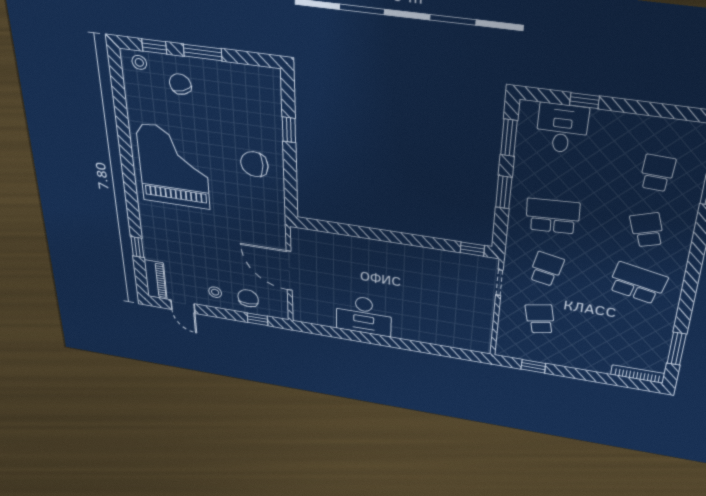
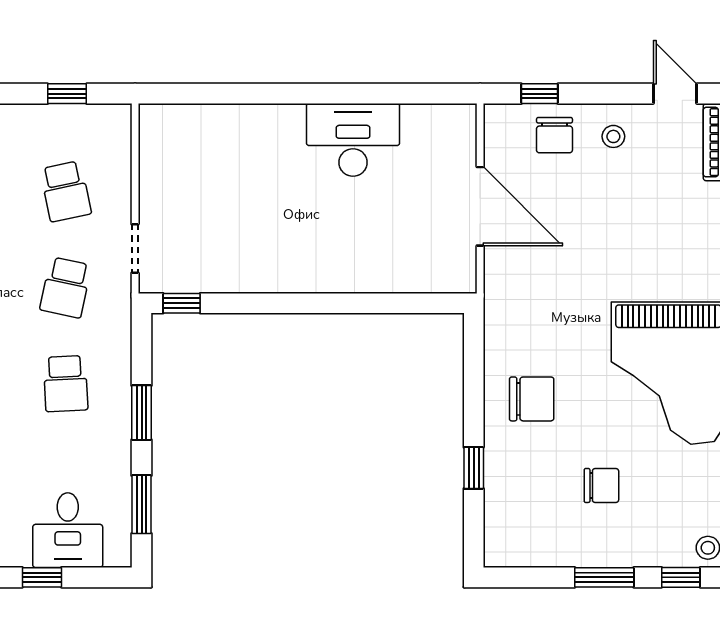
chair: (180, 84) -> (601, 485), moved, turned -70
school desk: (553, 216) -> (66, 384), width x0.54

